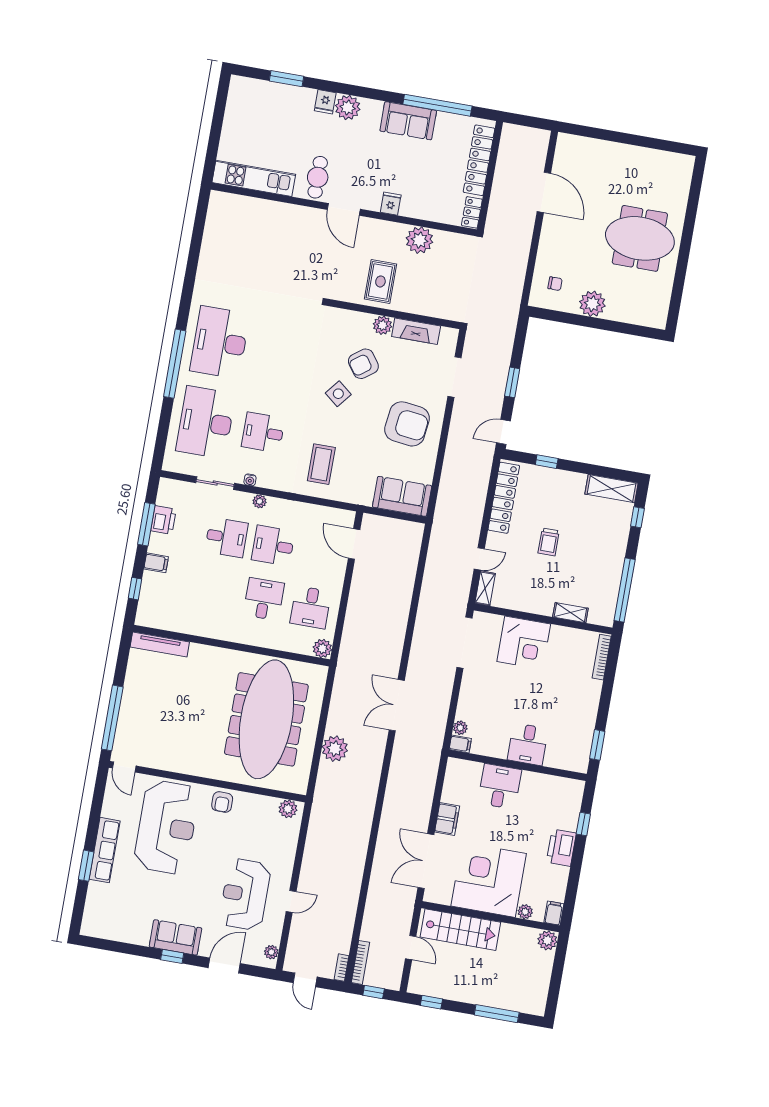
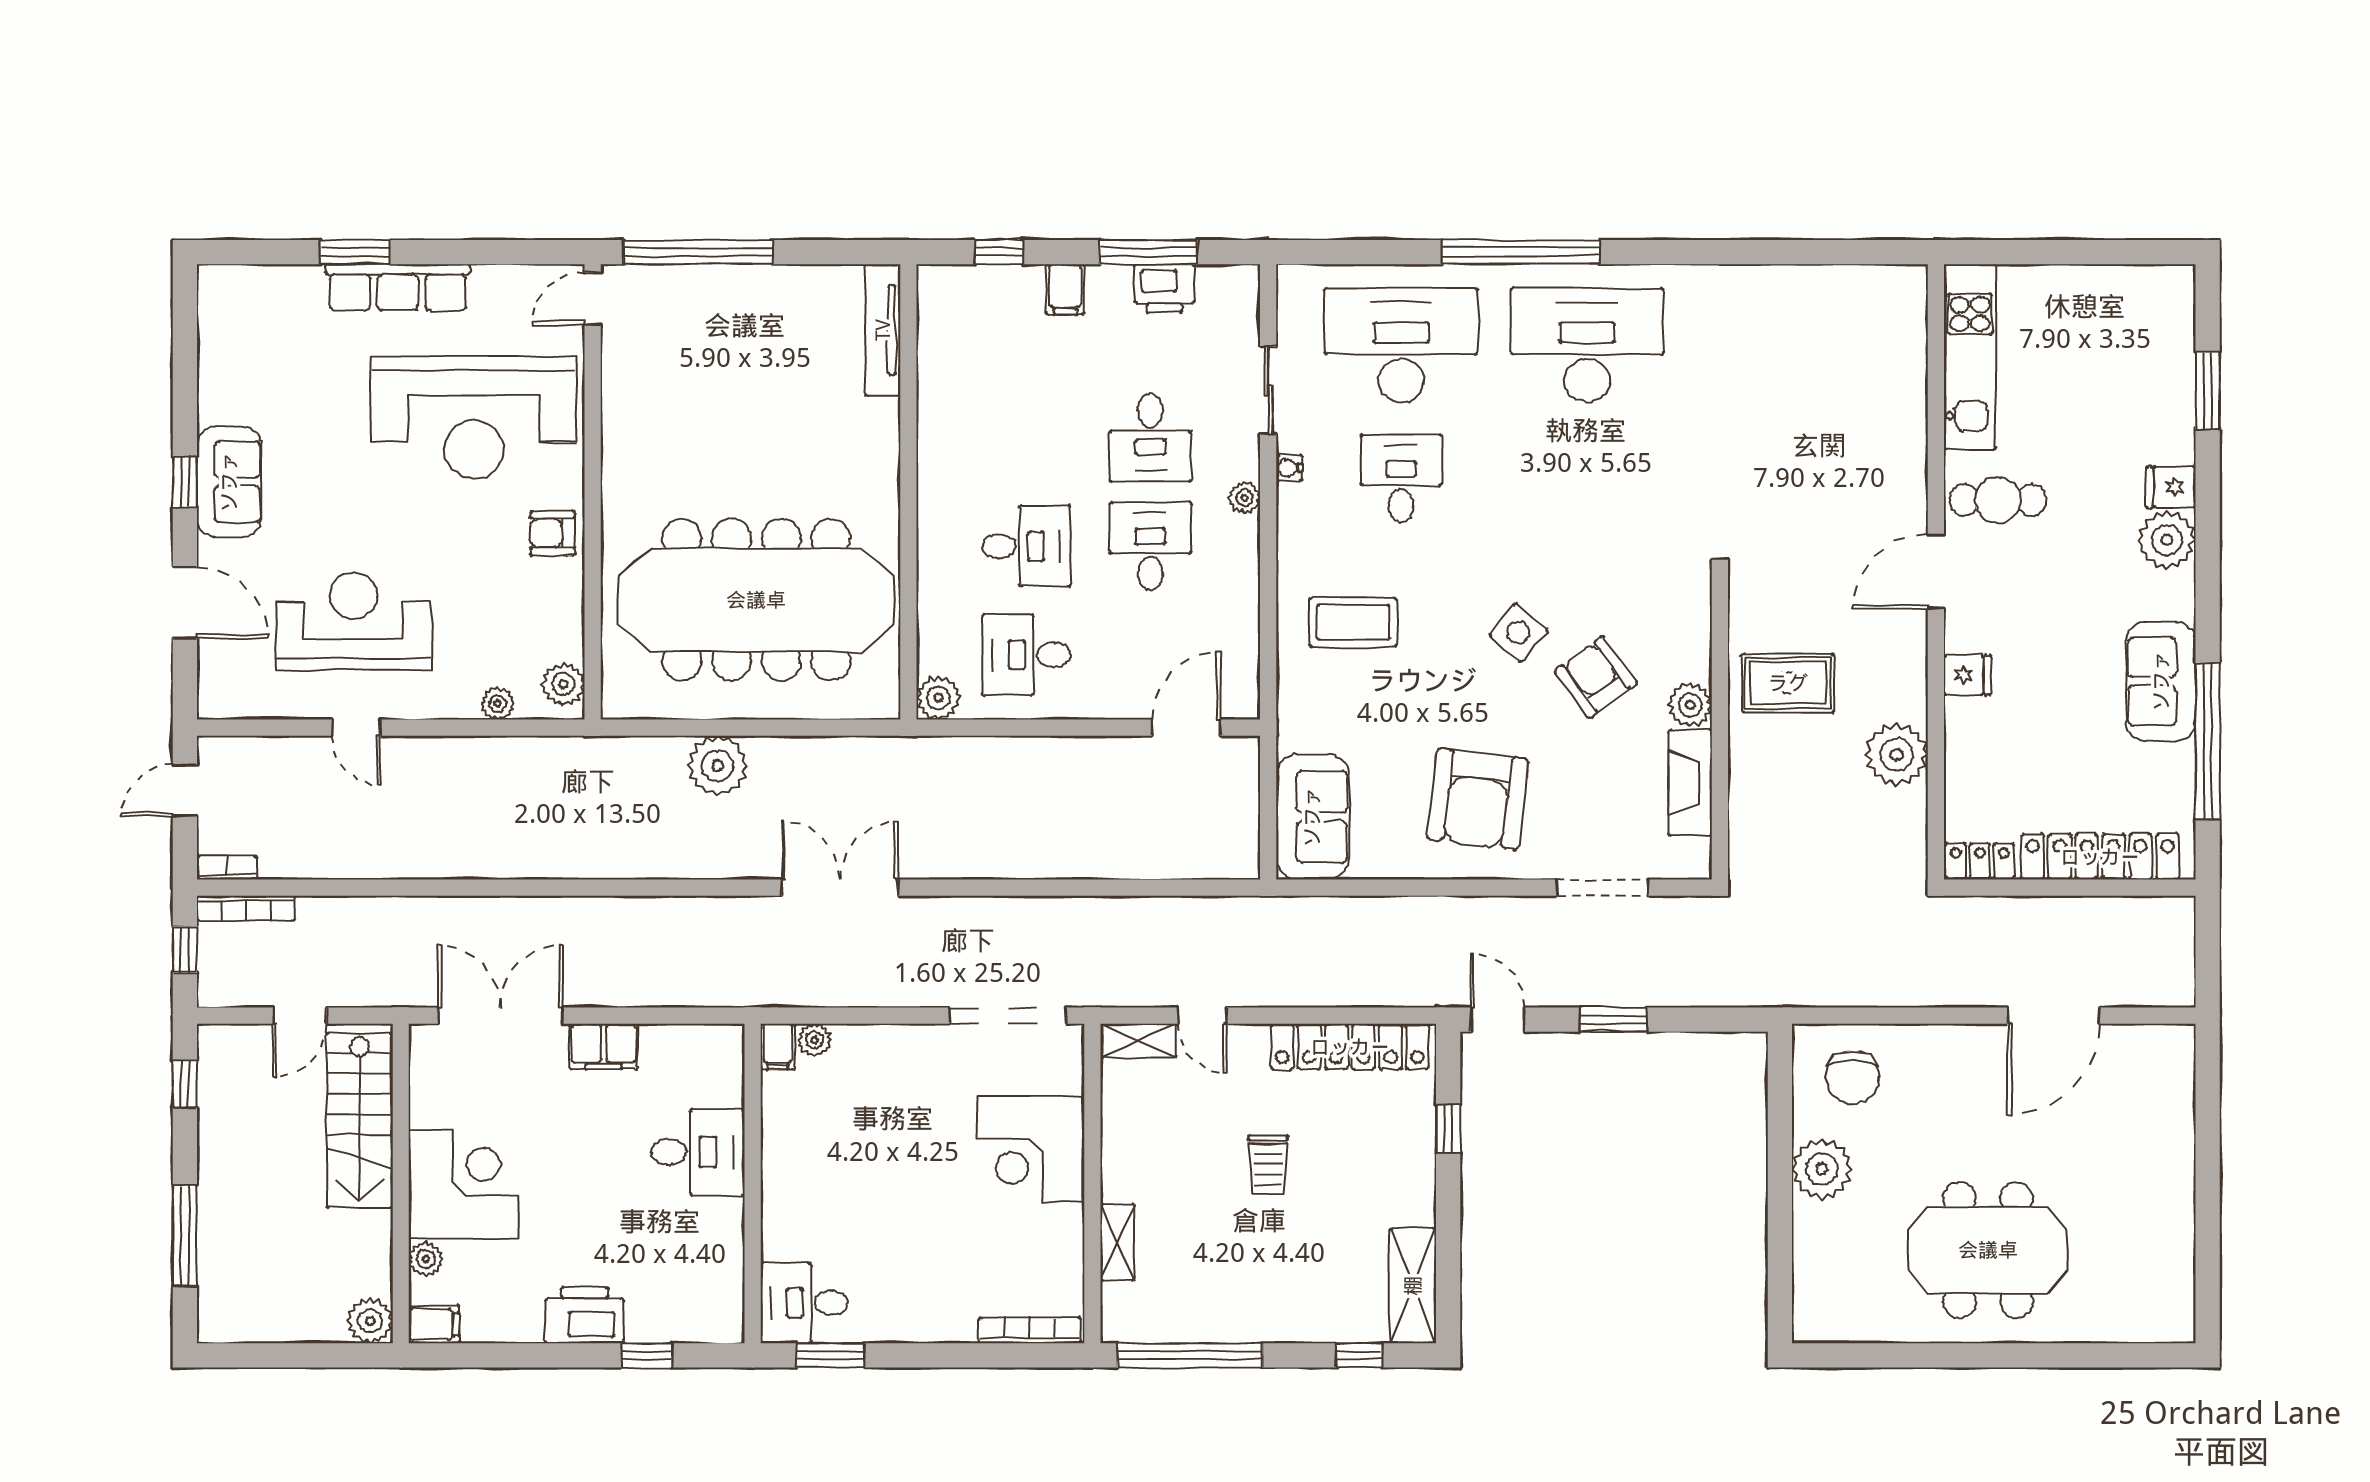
meeting table: (640, 238) -> (1988, 1250), turned 90
chair: (555, 284) -> (1852, 1077), width x1.87, depth x1.87
trolley: (549, 542) -> (1268, 1165), turned -90
desk: (528, 744) -> (804, 1303), moved
corner desk: (489, 880) -> (464, 1184), width x0.74, depth x0.74
plant: (271, 952) -> (498, 703), moved

